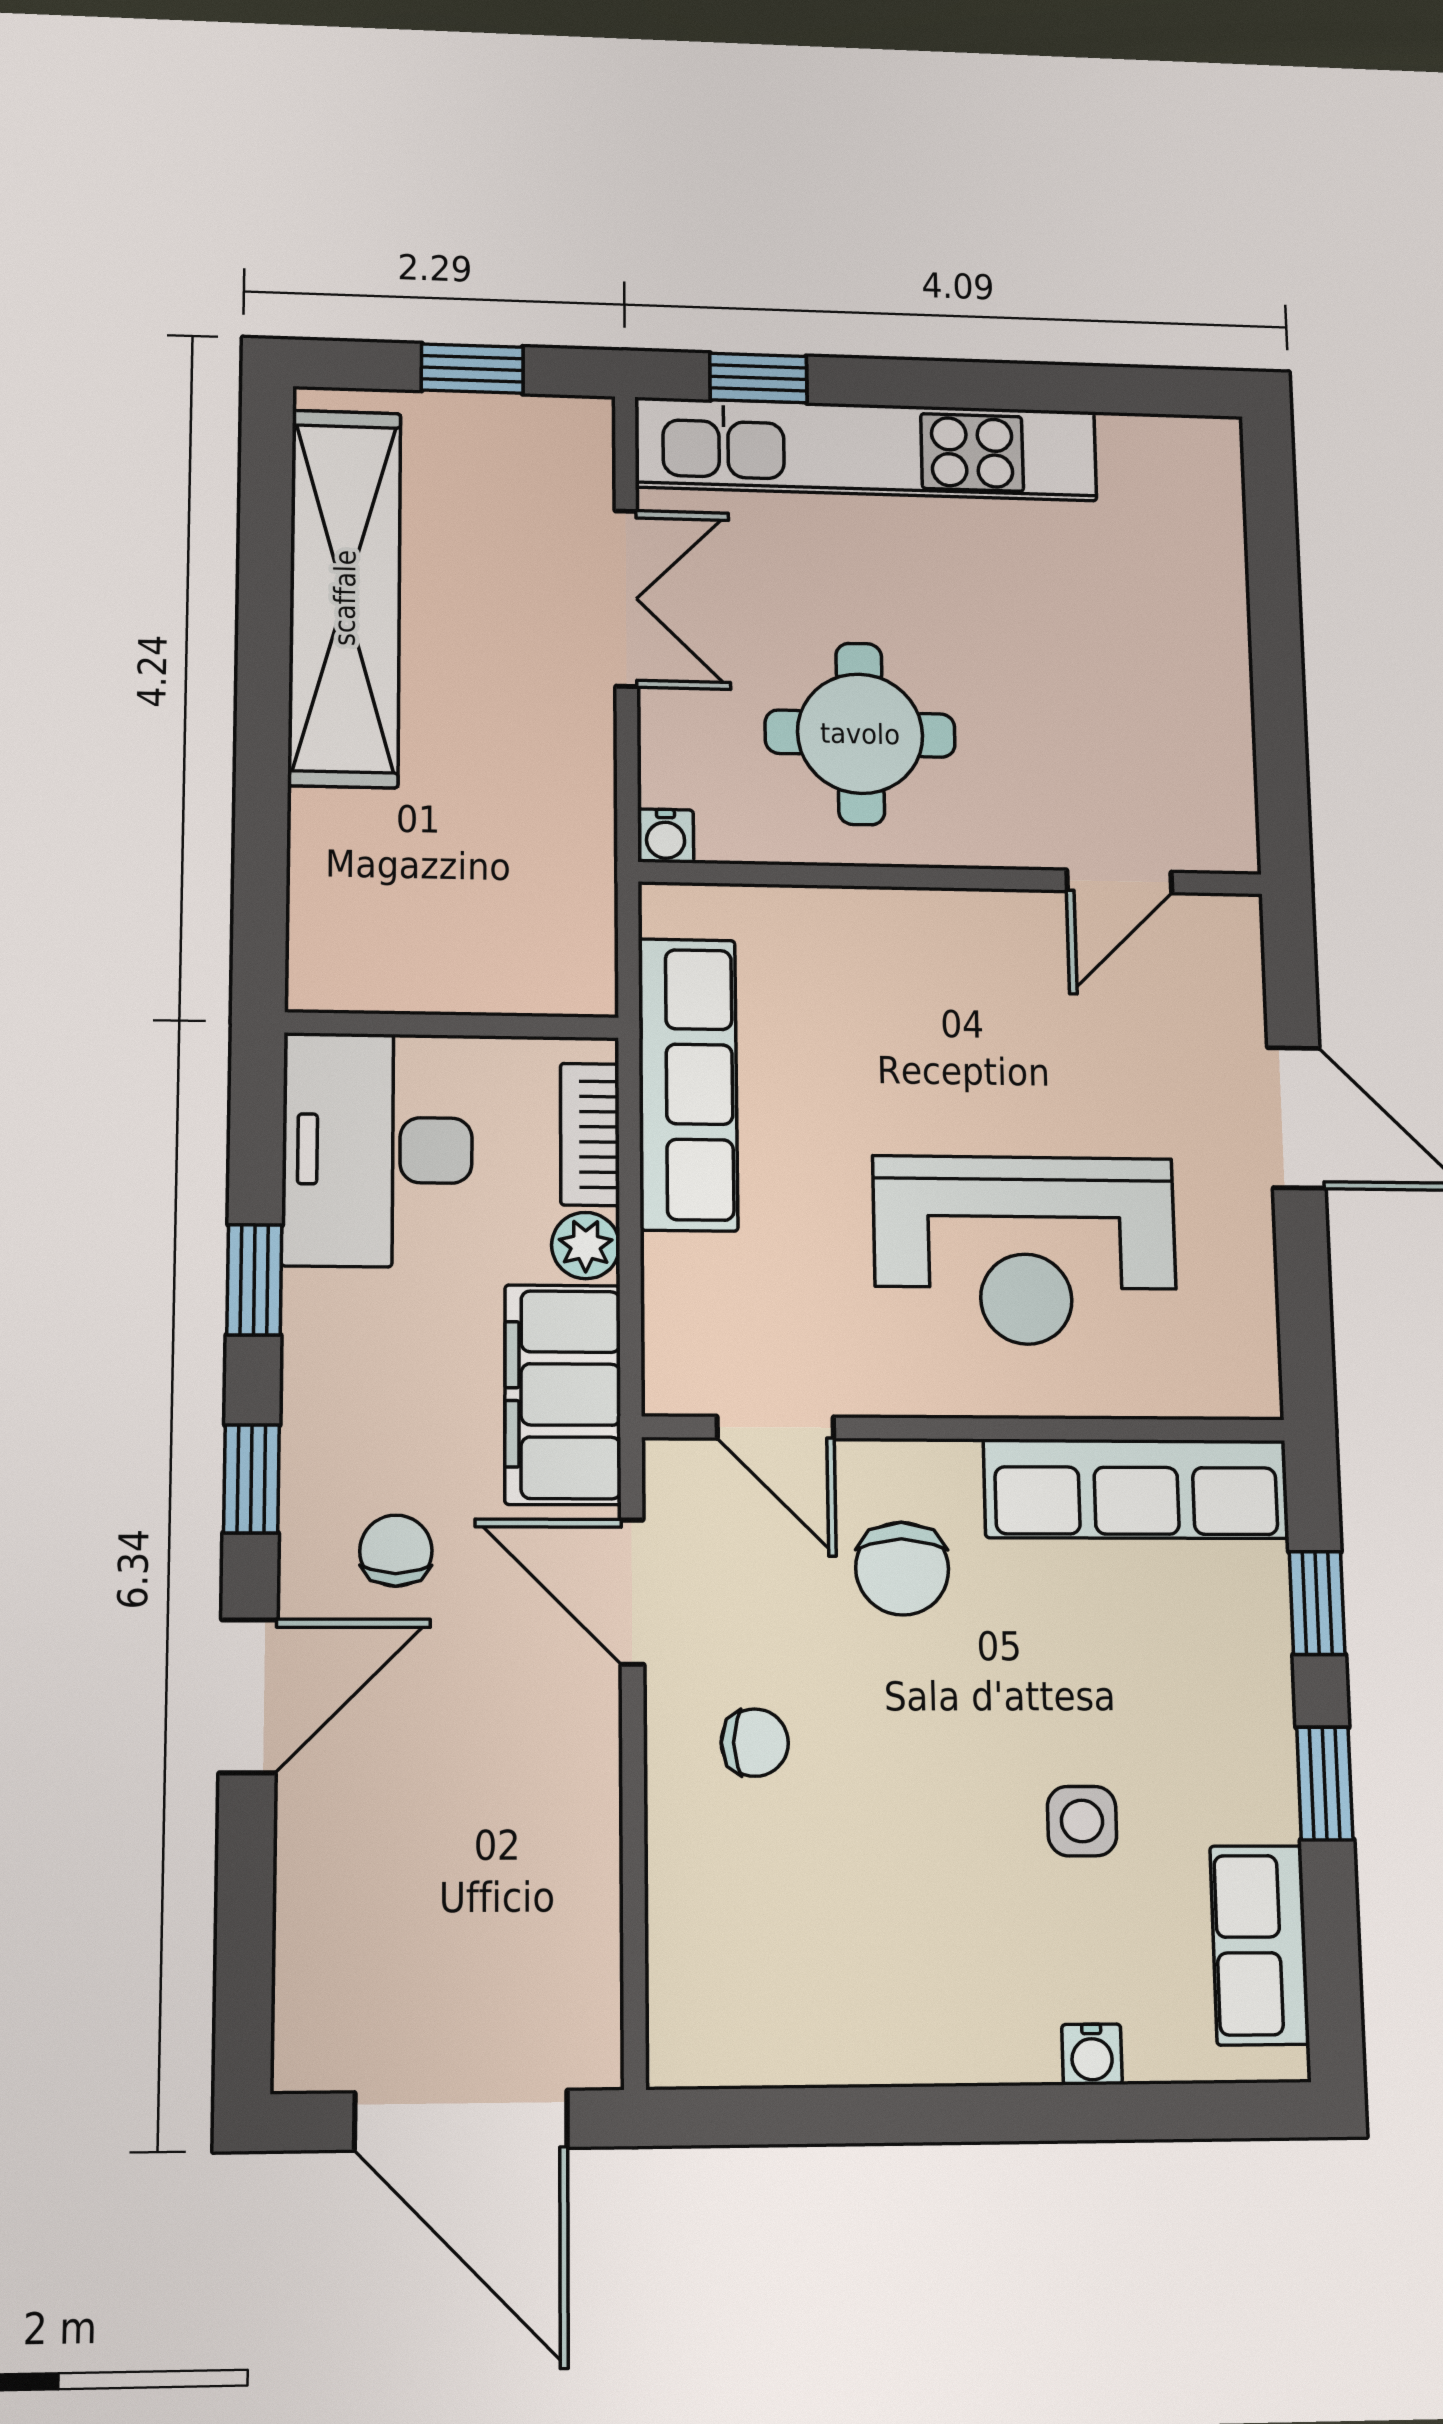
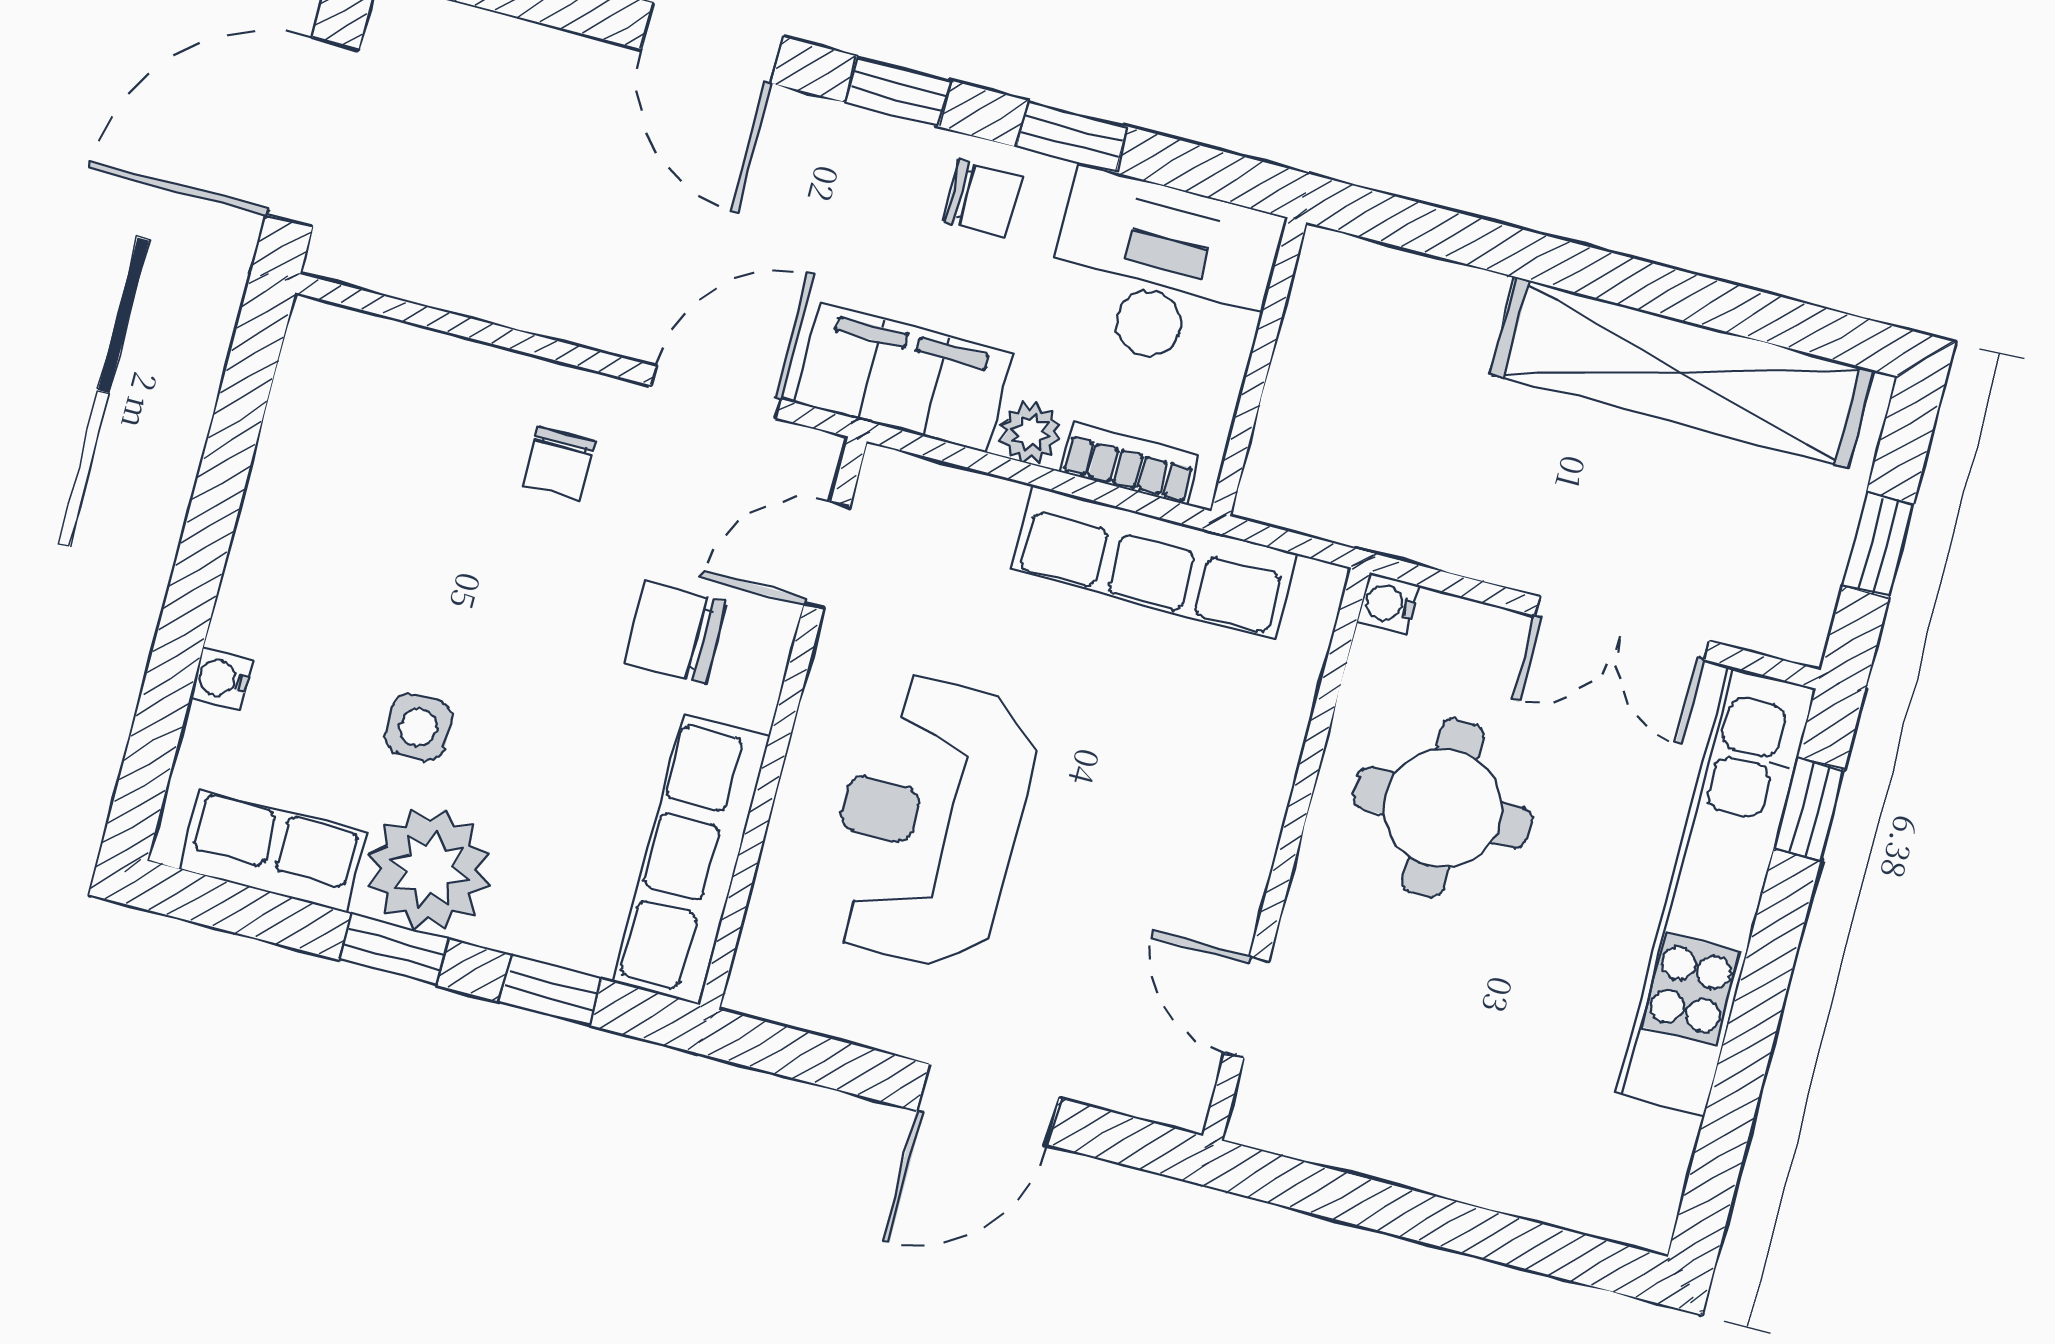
chair: (396, 1551) -> (983, 199), moved
plant: (1230, 1768) -> (429, 870), added

